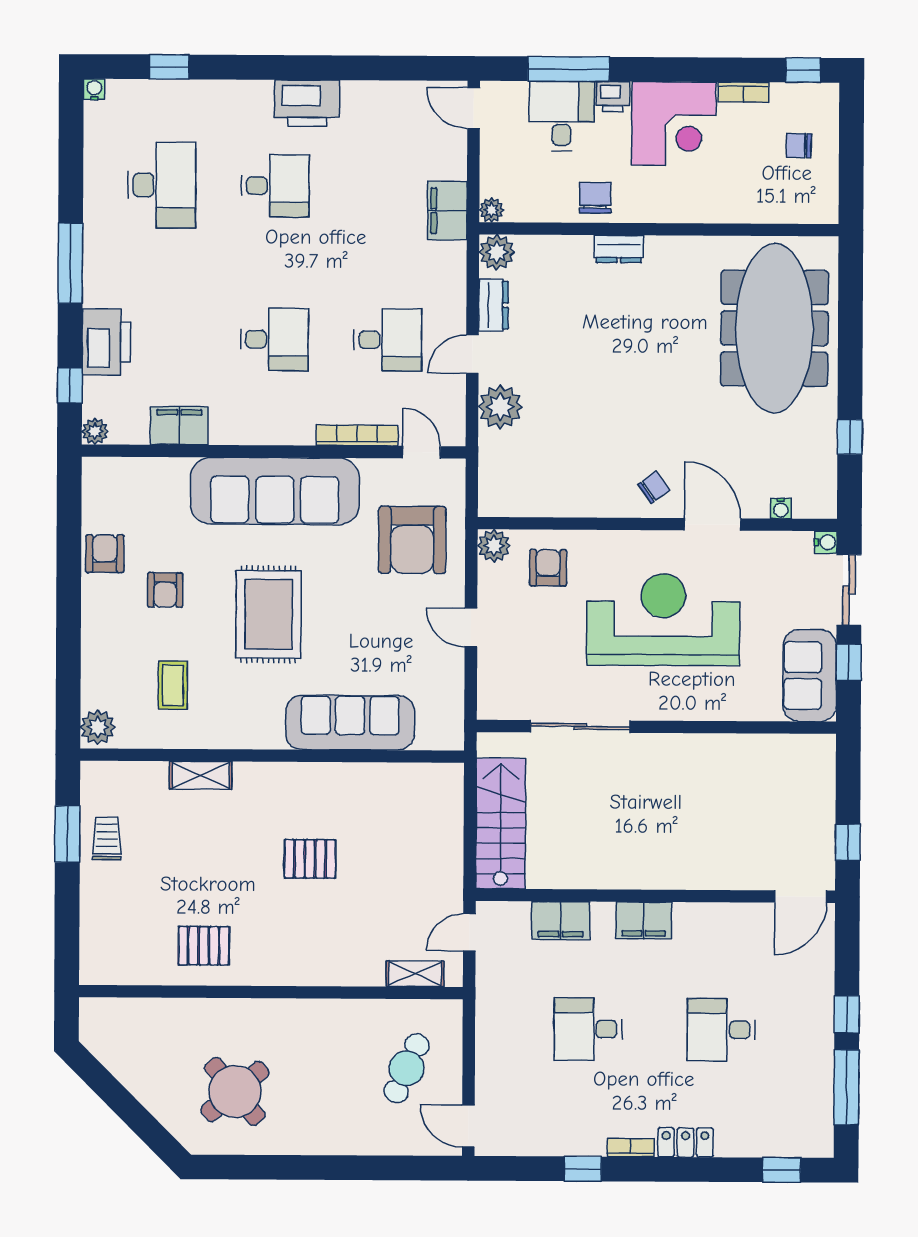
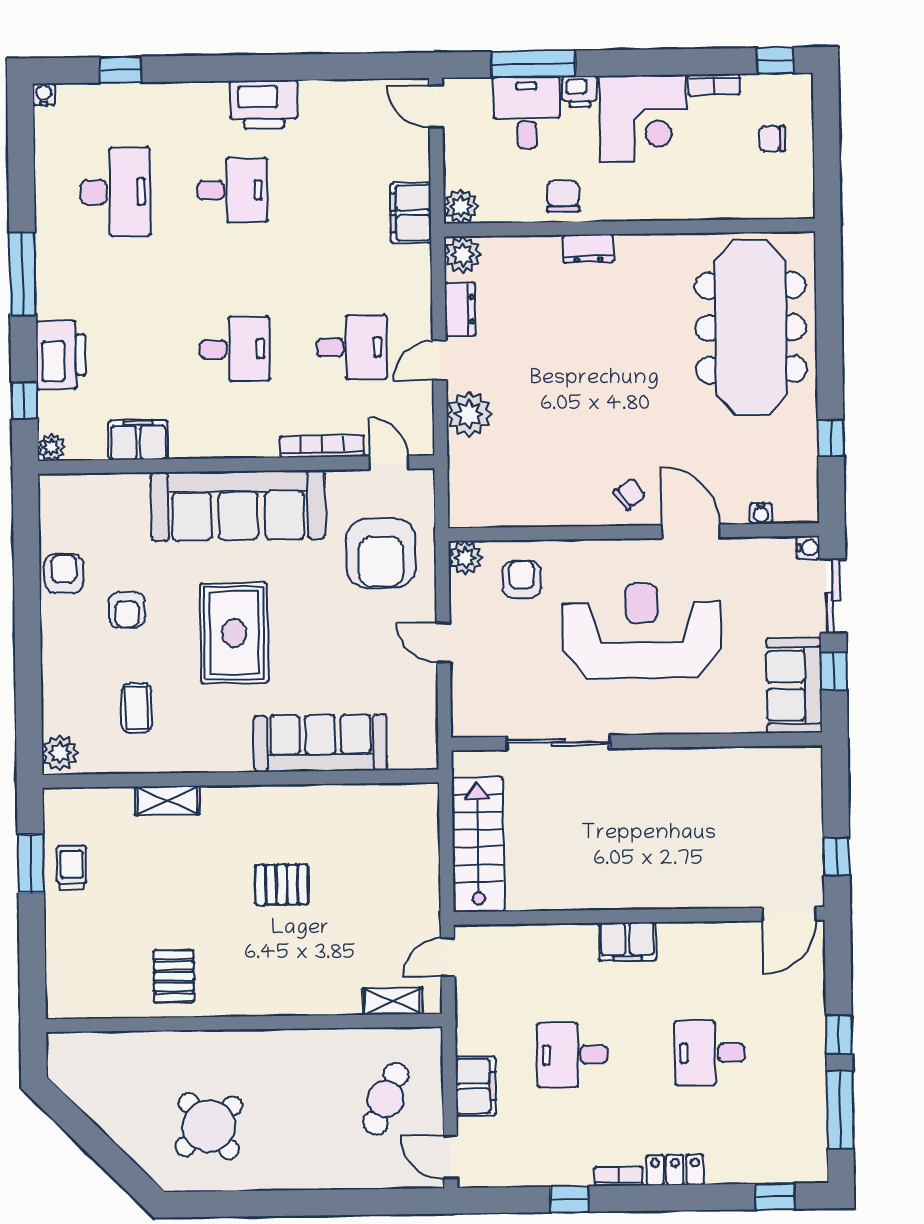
plant: (491, 210) -> (461, 206), width x1.38, depth x1.38
filing cabinet: (561, 921) -> (476, 1086), moved, turned -90
pallet: (204, 946) -> (174, 976), turned 90

